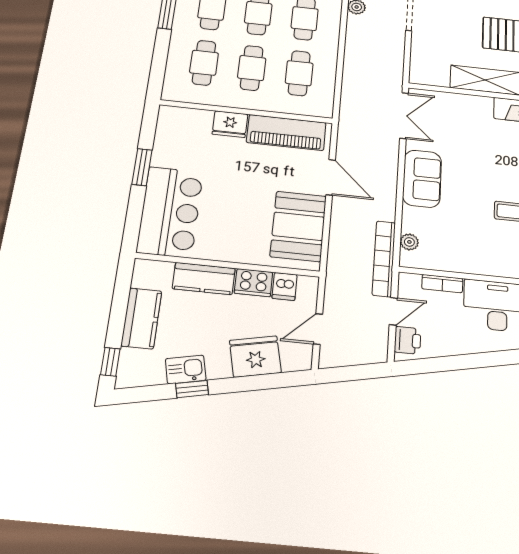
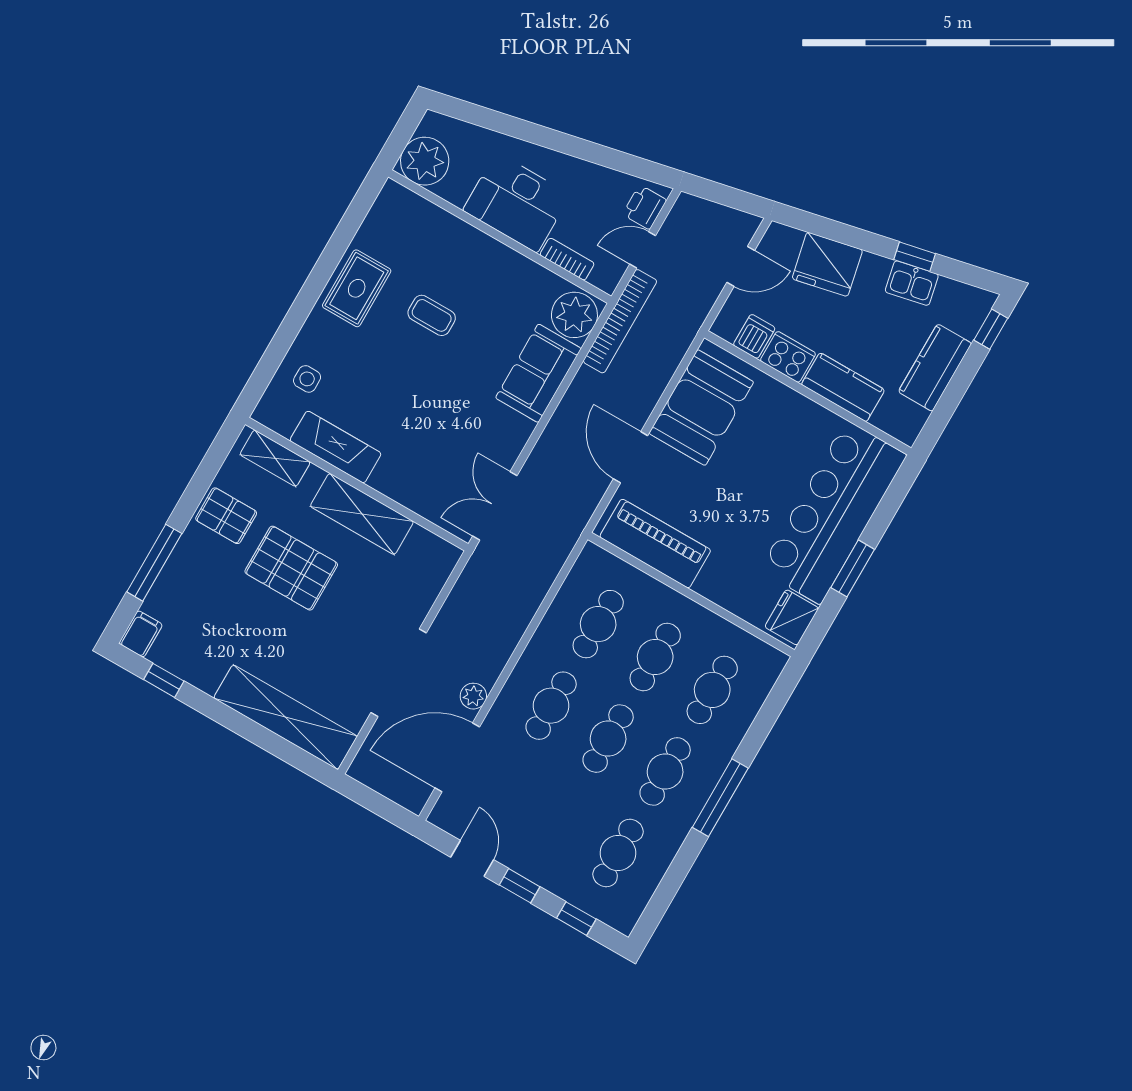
fridge: (230, 124) -> (792, 617), moved, turned -90
sofa: (422, 179) -> (538, 373), moved
bar counter: (170, 212) -> (833, 512), width x1.36
plant: (409, 242) -> (574, 315), width x1.88, depth x1.88

